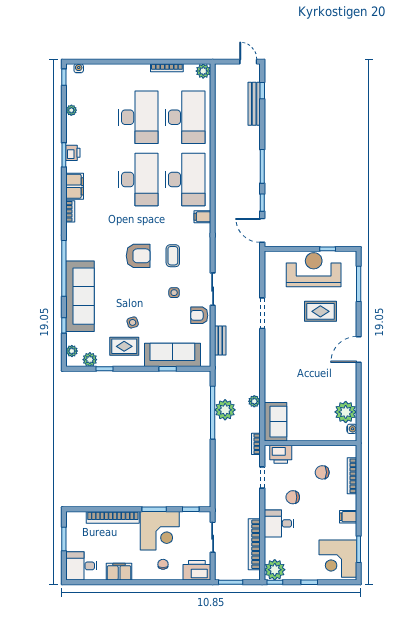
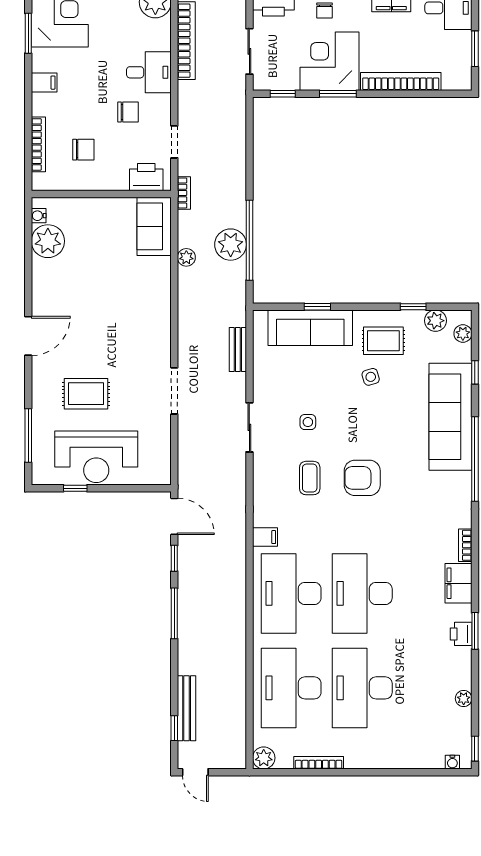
armchair: (199, 315) -> (270, 388), removed

